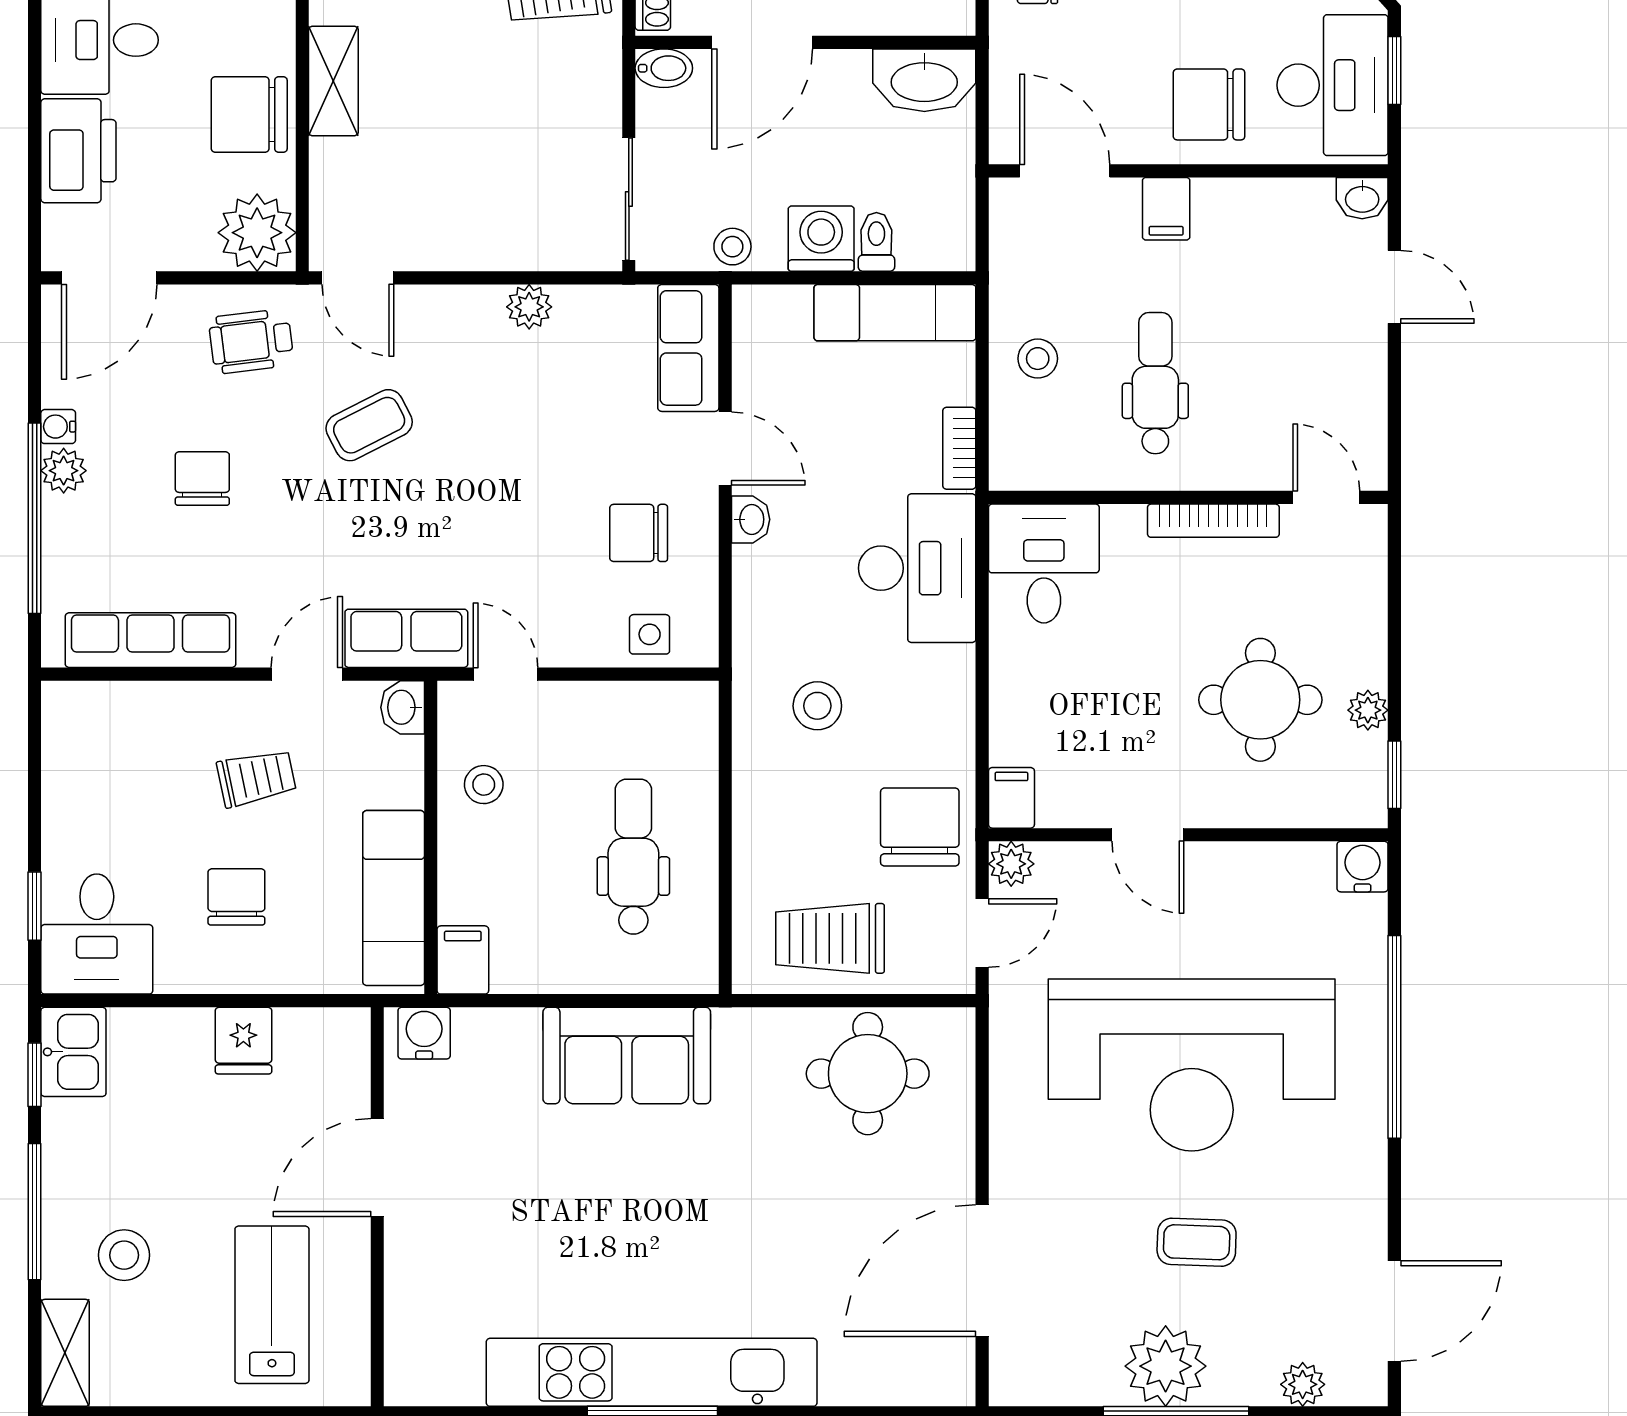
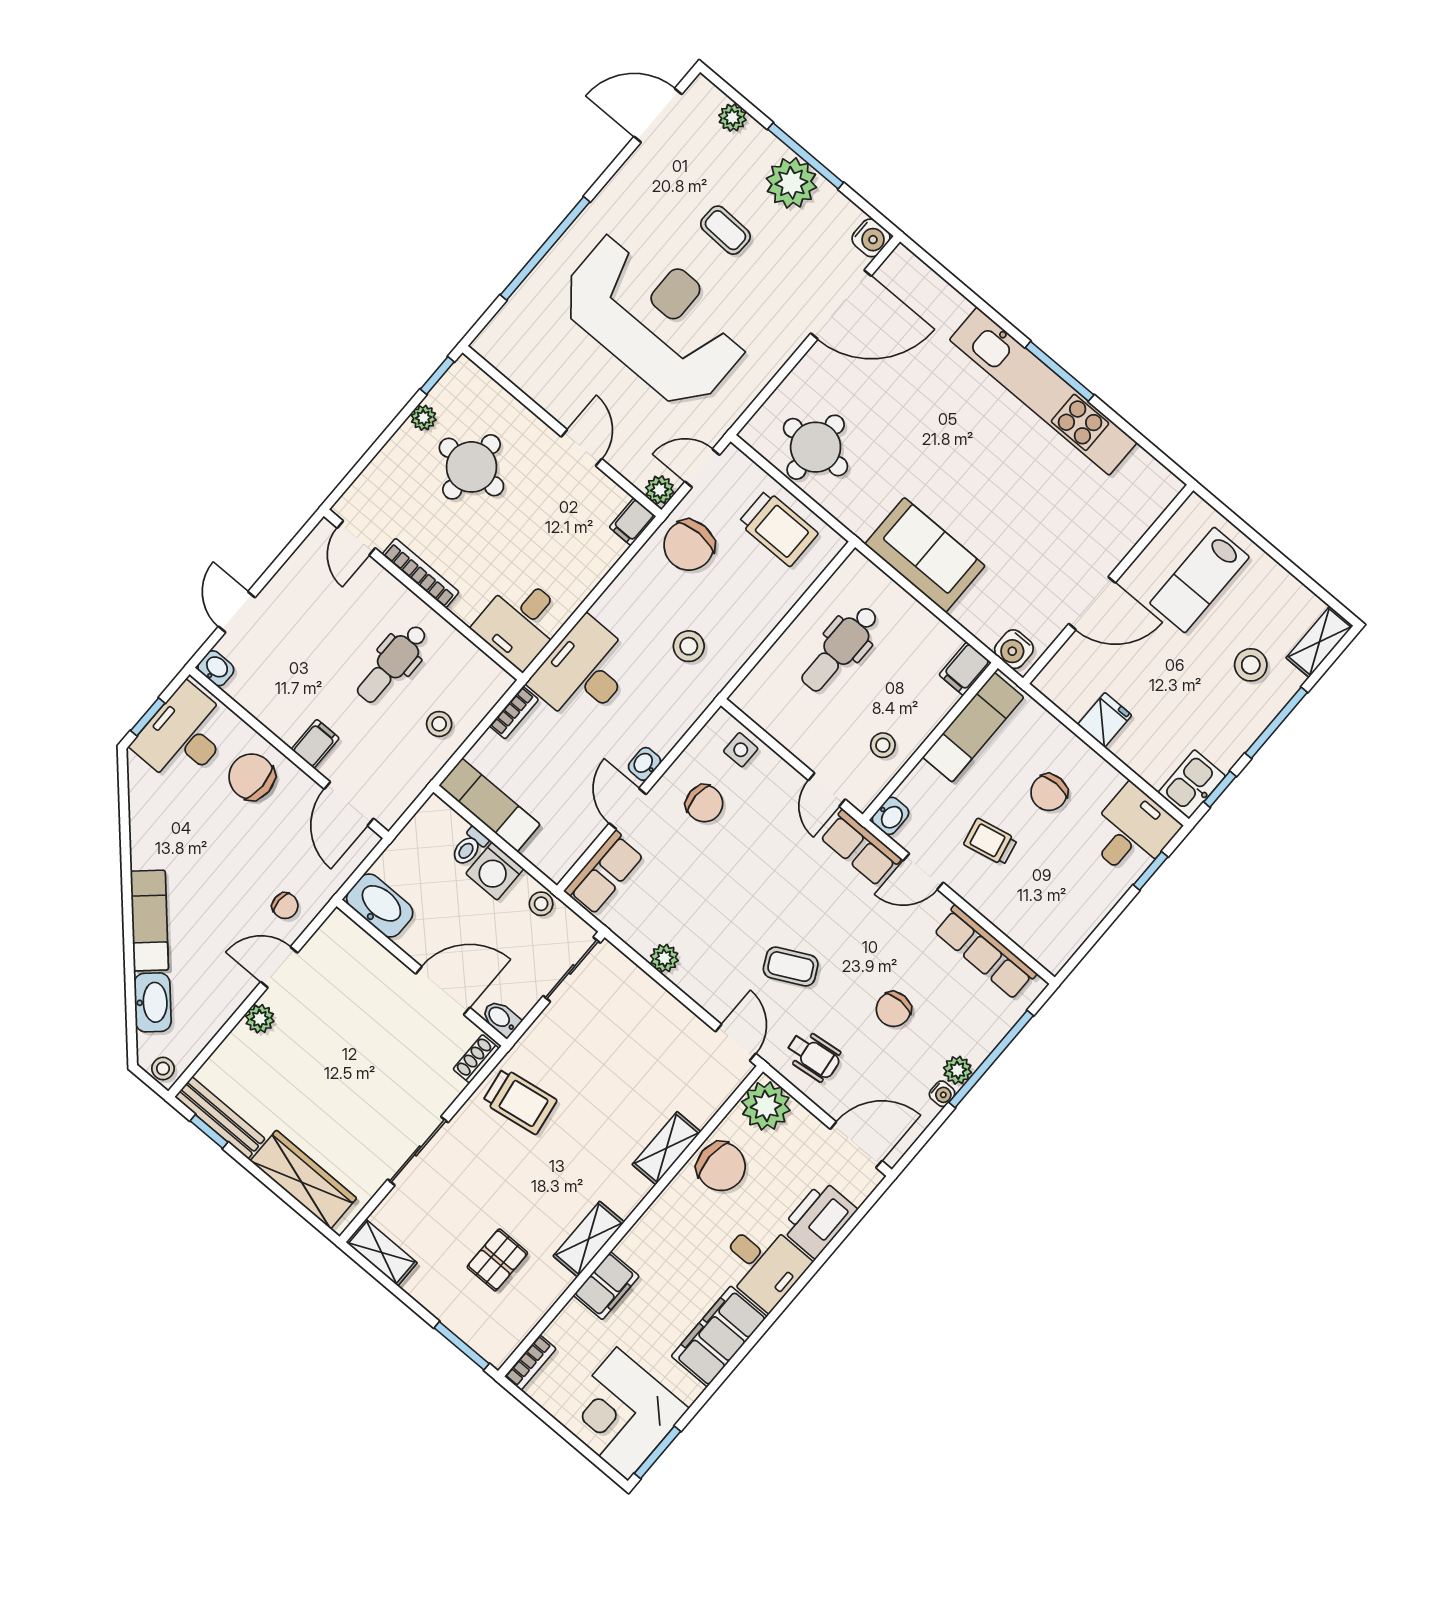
chair: (1209, 104) -> (252, 777), turned 180
water cooler: (1363, 867) -> (871, 238), moved, turned -90

